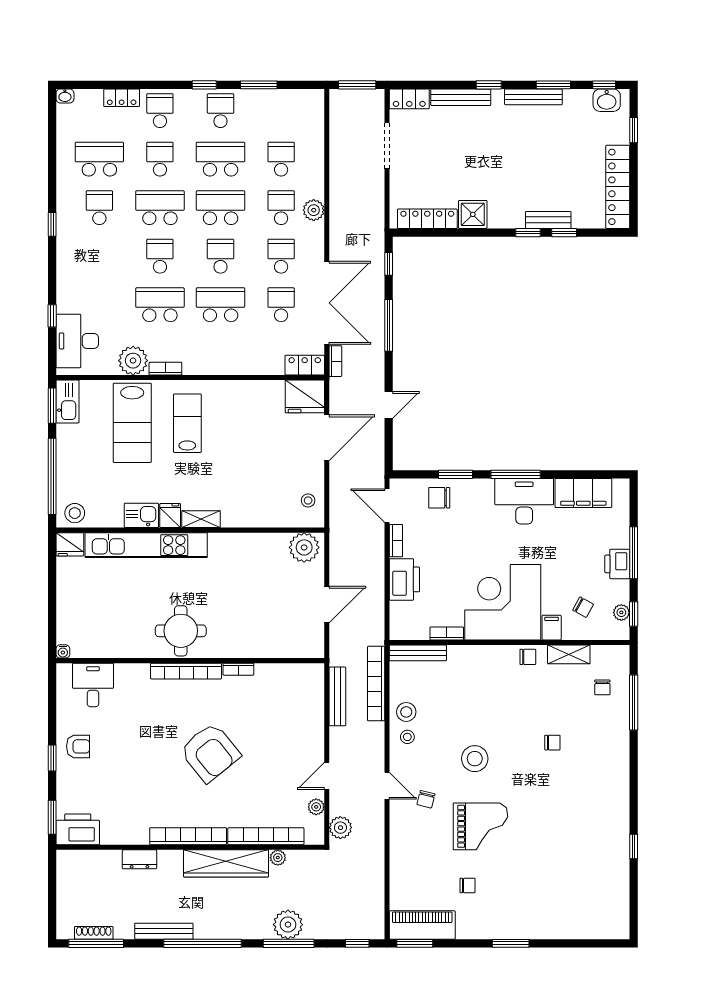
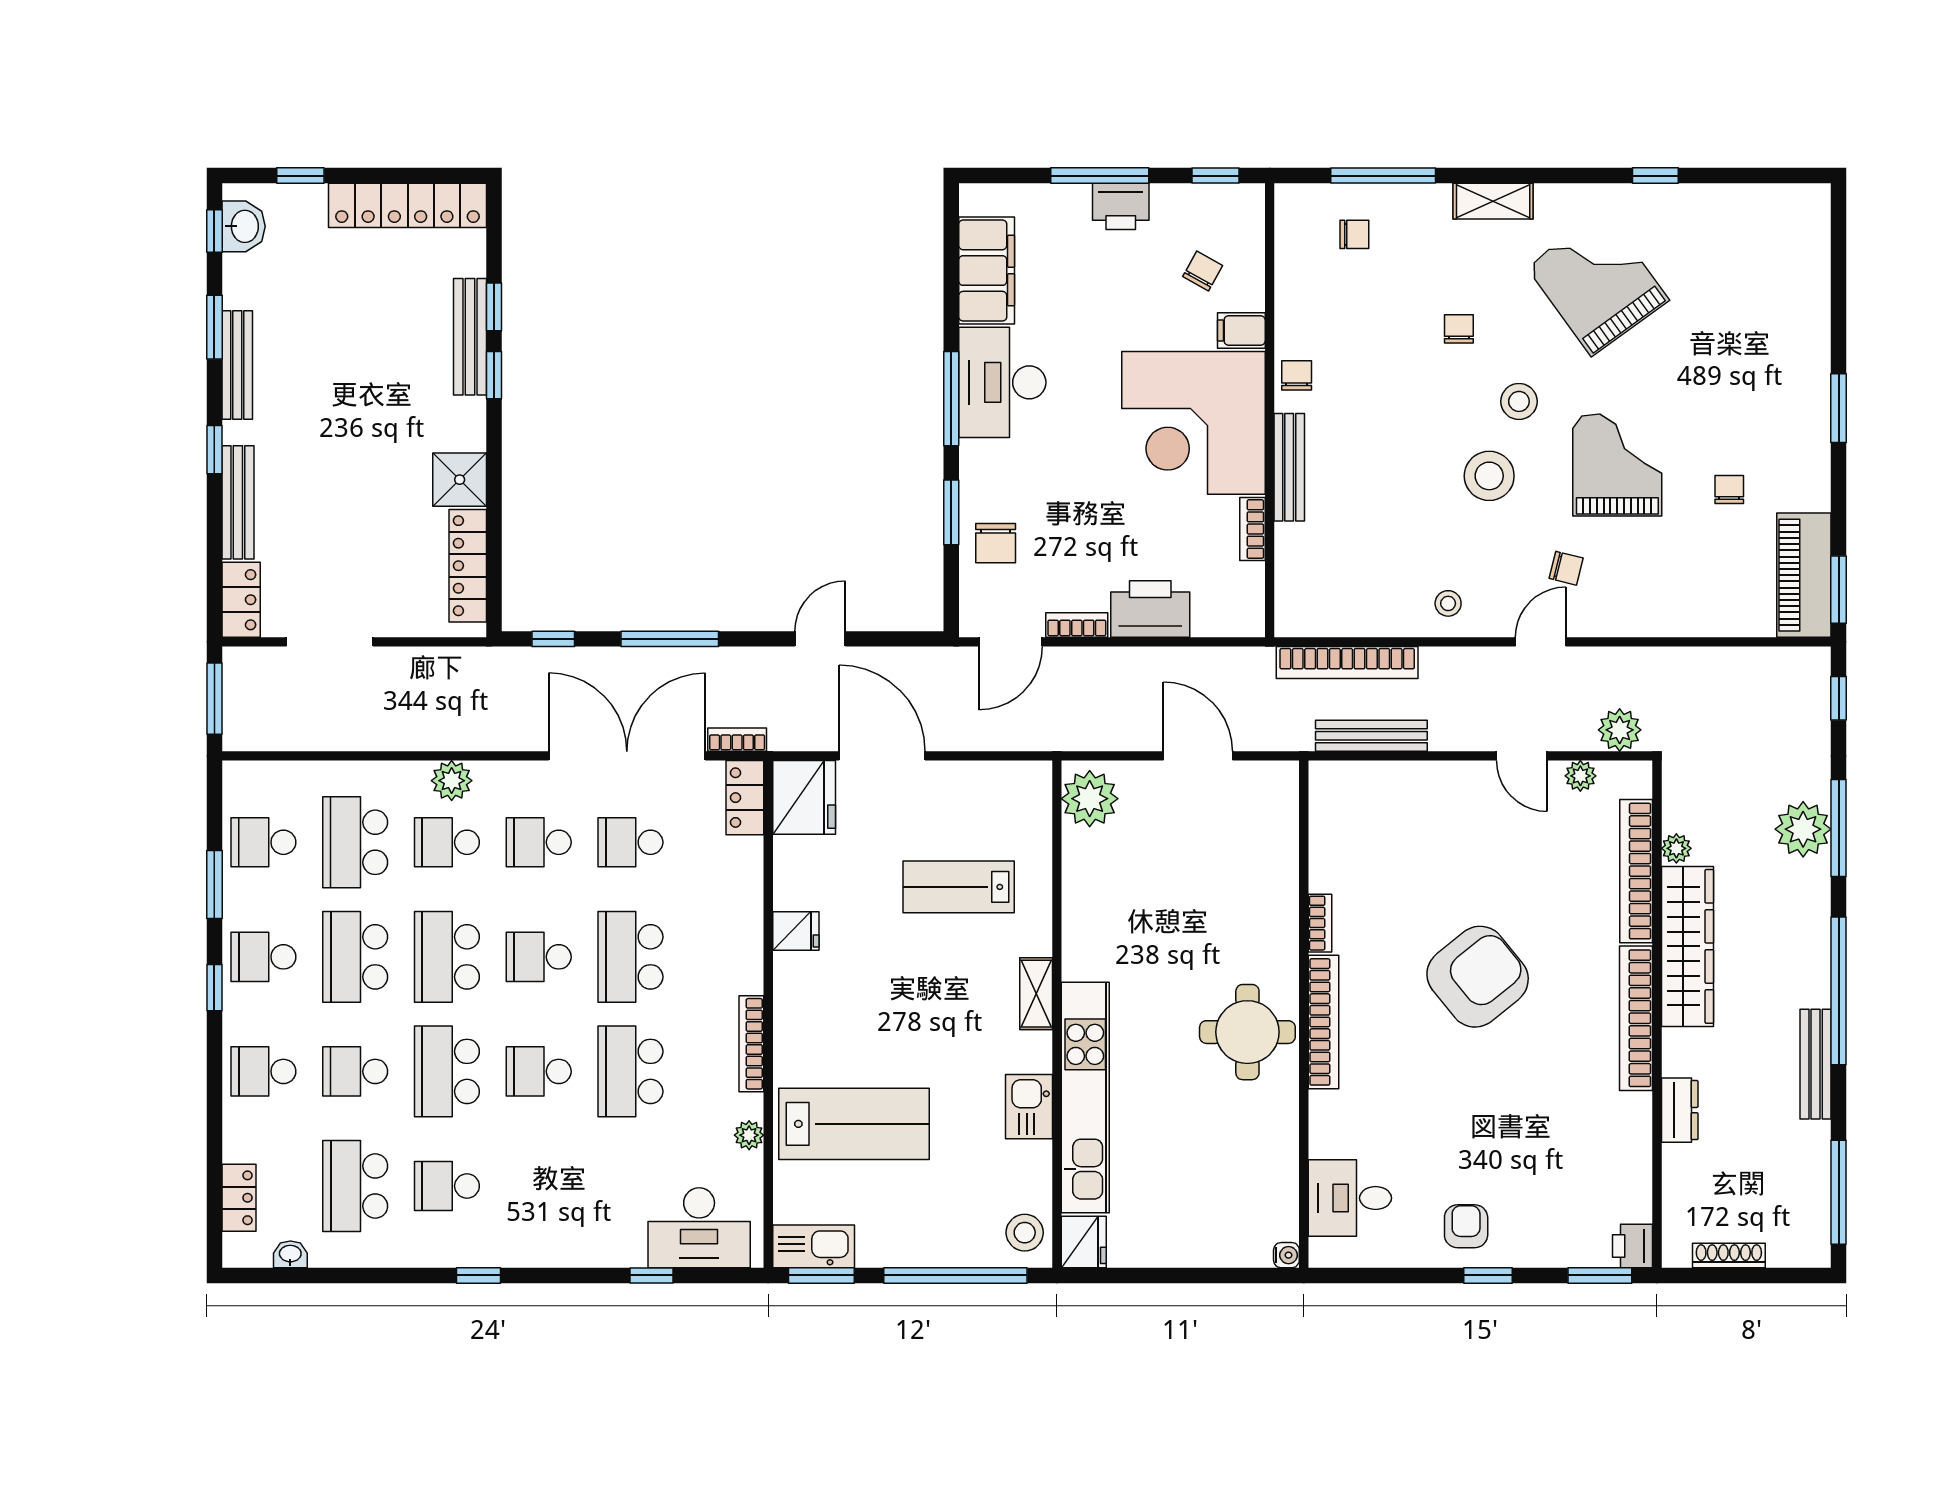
washbasin: (65, 96) -> (290, 1254), moved, turned -90
locker: (122, 98) -> (239, 1198), moved
school desk: (281, 111) -> (263, 842), added
school desk: (281, 159) -> (355, 842), width x1.85
bench: (548, 220) -> (470, 337), width x1.36
plant: (133, 361) -> (749, 1135), width x0.53, depth x0.53
bookcase: (165, 369) -> (751, 1044), width x1.56
door: (389, 405) -> (820, 639), hinge flipped
lab bench: (187, 423) -> (959, 887), moved
stool: (308, 500) -> (1001, 791), removed
fridge: (170, 515) -> (796, 931), moved, turned 180
plant: (621, 612) -> (1213, 199), removed
bench: (418, 653) -> (1289, 467), moved
shelving: (569, 654) -> (1493, 201), moved, turned 90
stool: (406, 712) -> (1519, 401), moved
grand piano: (577, 816) -> (1598, 283), added
printer: (78, 829) -> (1633, 1246), width x0.53, depth x0.68
shoe rack: (94, 933) -> (1729, 1256), moved, turned 90

